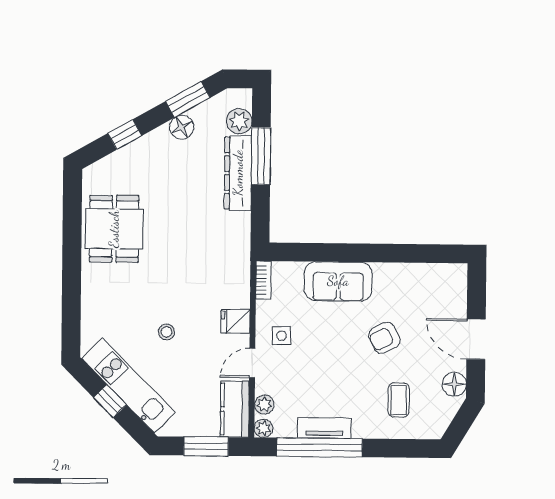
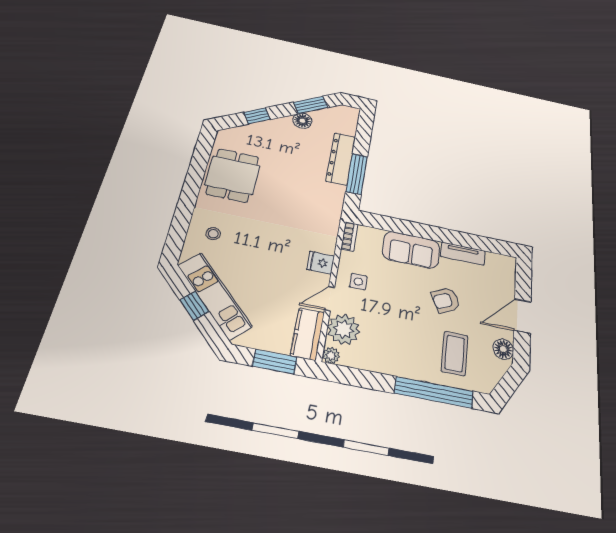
plant: (239, 121) -> (347, 126), removed
window: (261, 156) -> (357, 174), moved
stool: (167, 332) -> (213, 234), moved
door: (476, 339) -> (522, 316), hinge flipped
coffee table: (399, 400) -> (455, 353), width x1.36, depth x1.30
plant: (264, 405) -> (344, 329), width x1.88, depth x1.88
tv unit: (324, 428) -> (463, 254), moved, turned 180
window: (319, 447) -> (434, 392), moved

